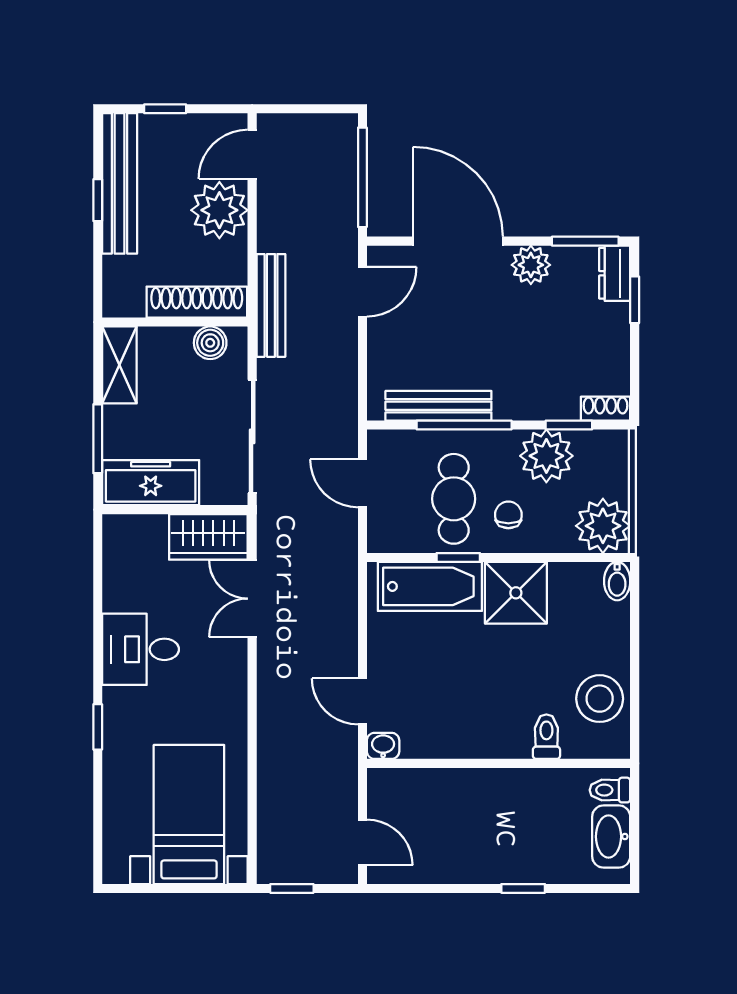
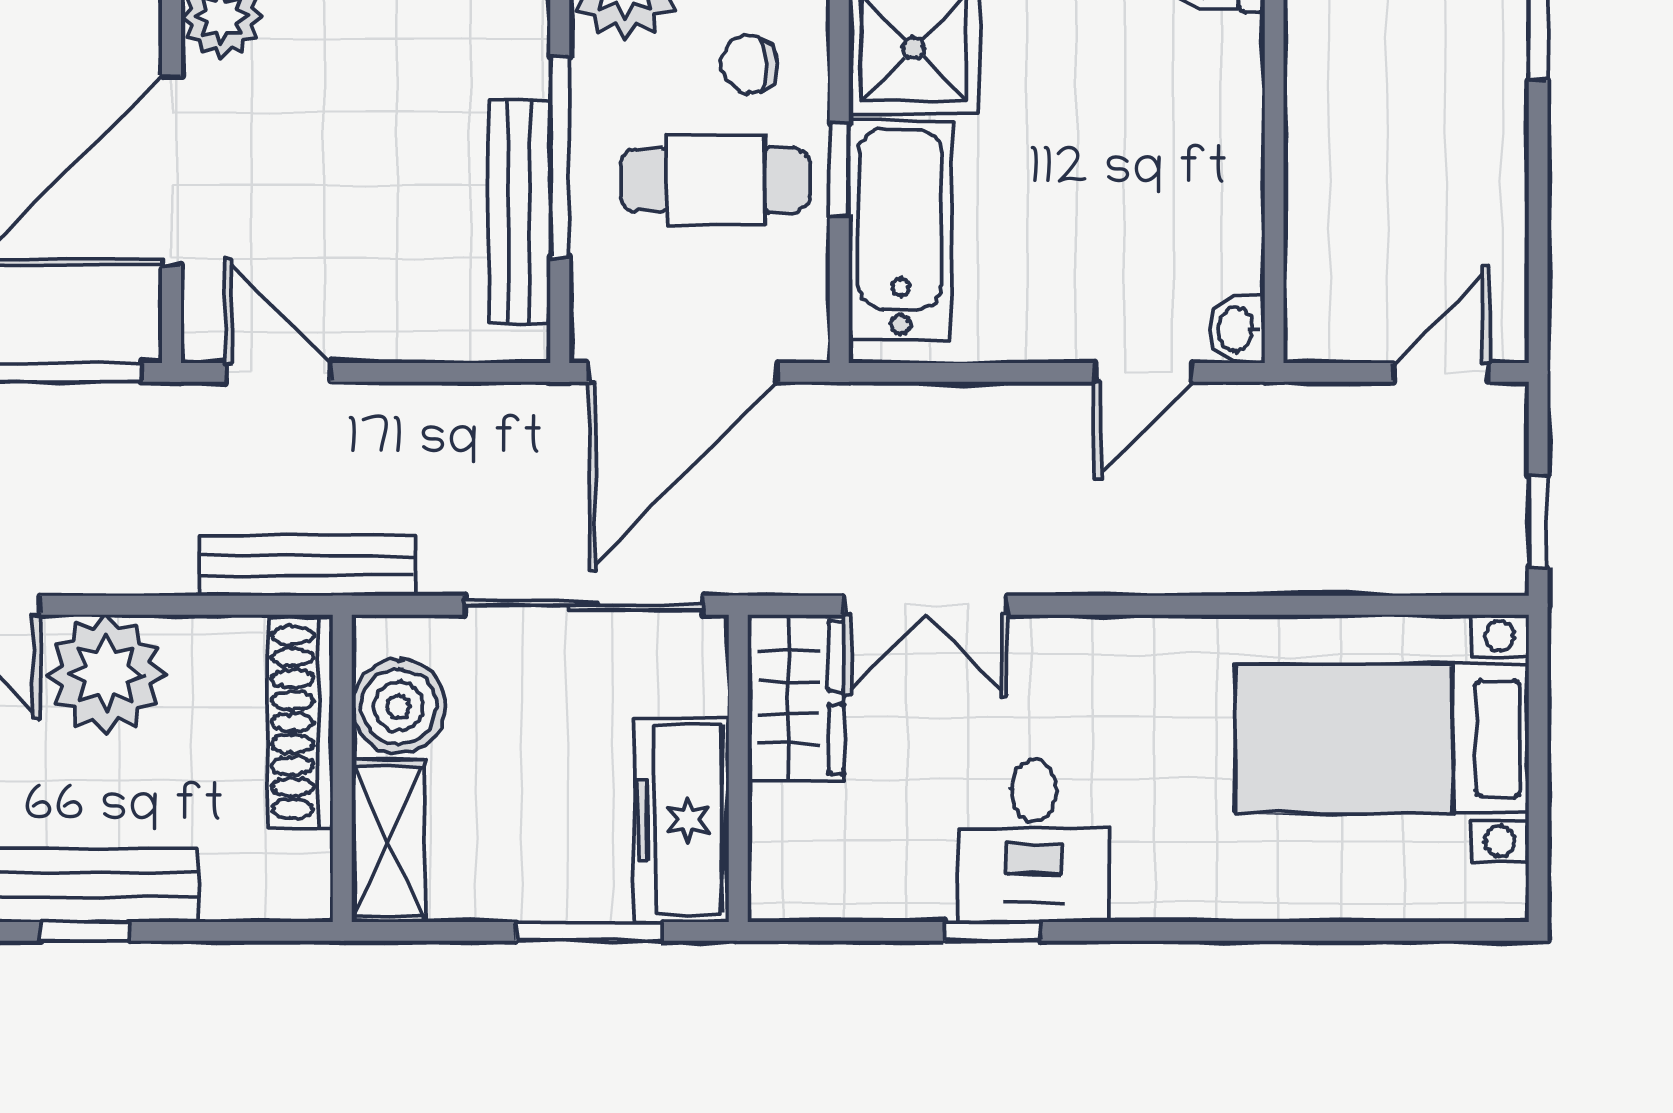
boiler: (210, 343) -> (399, 706), width x1.36, depth x1.36
shelving: (119, 365) -> (388, 841), moved, turned 90
door: (362, 483) -> (683, 372), width x1.88
window: (98, 727) -> (992, 931), moved

